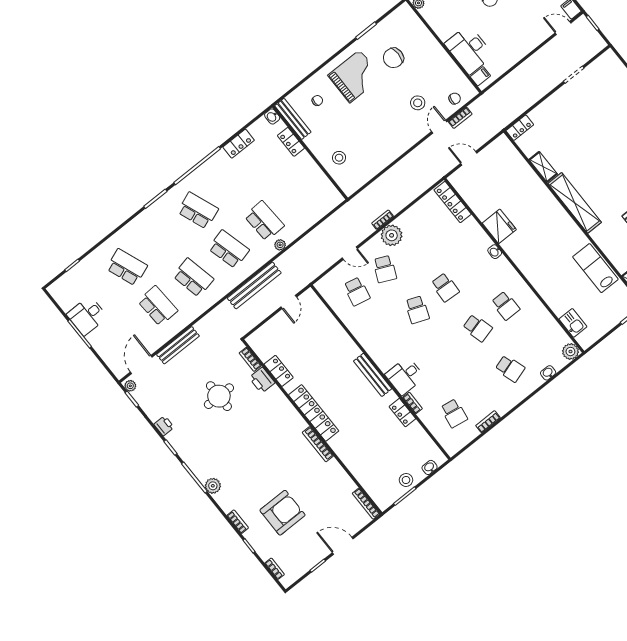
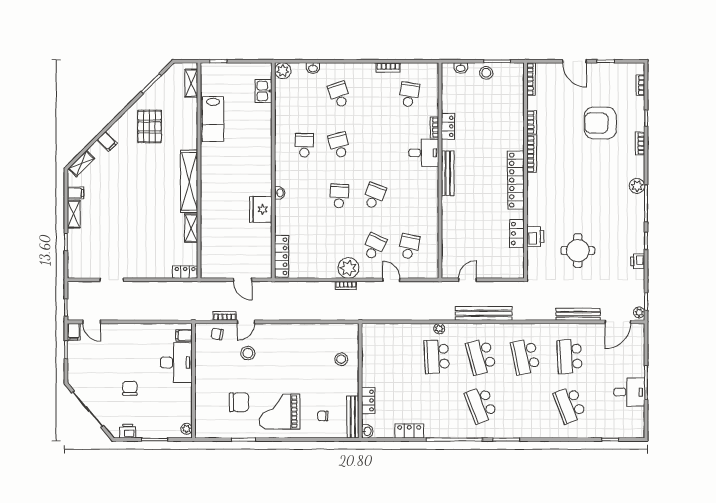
bookcase: (250, 359) -> (532, 122), moved

